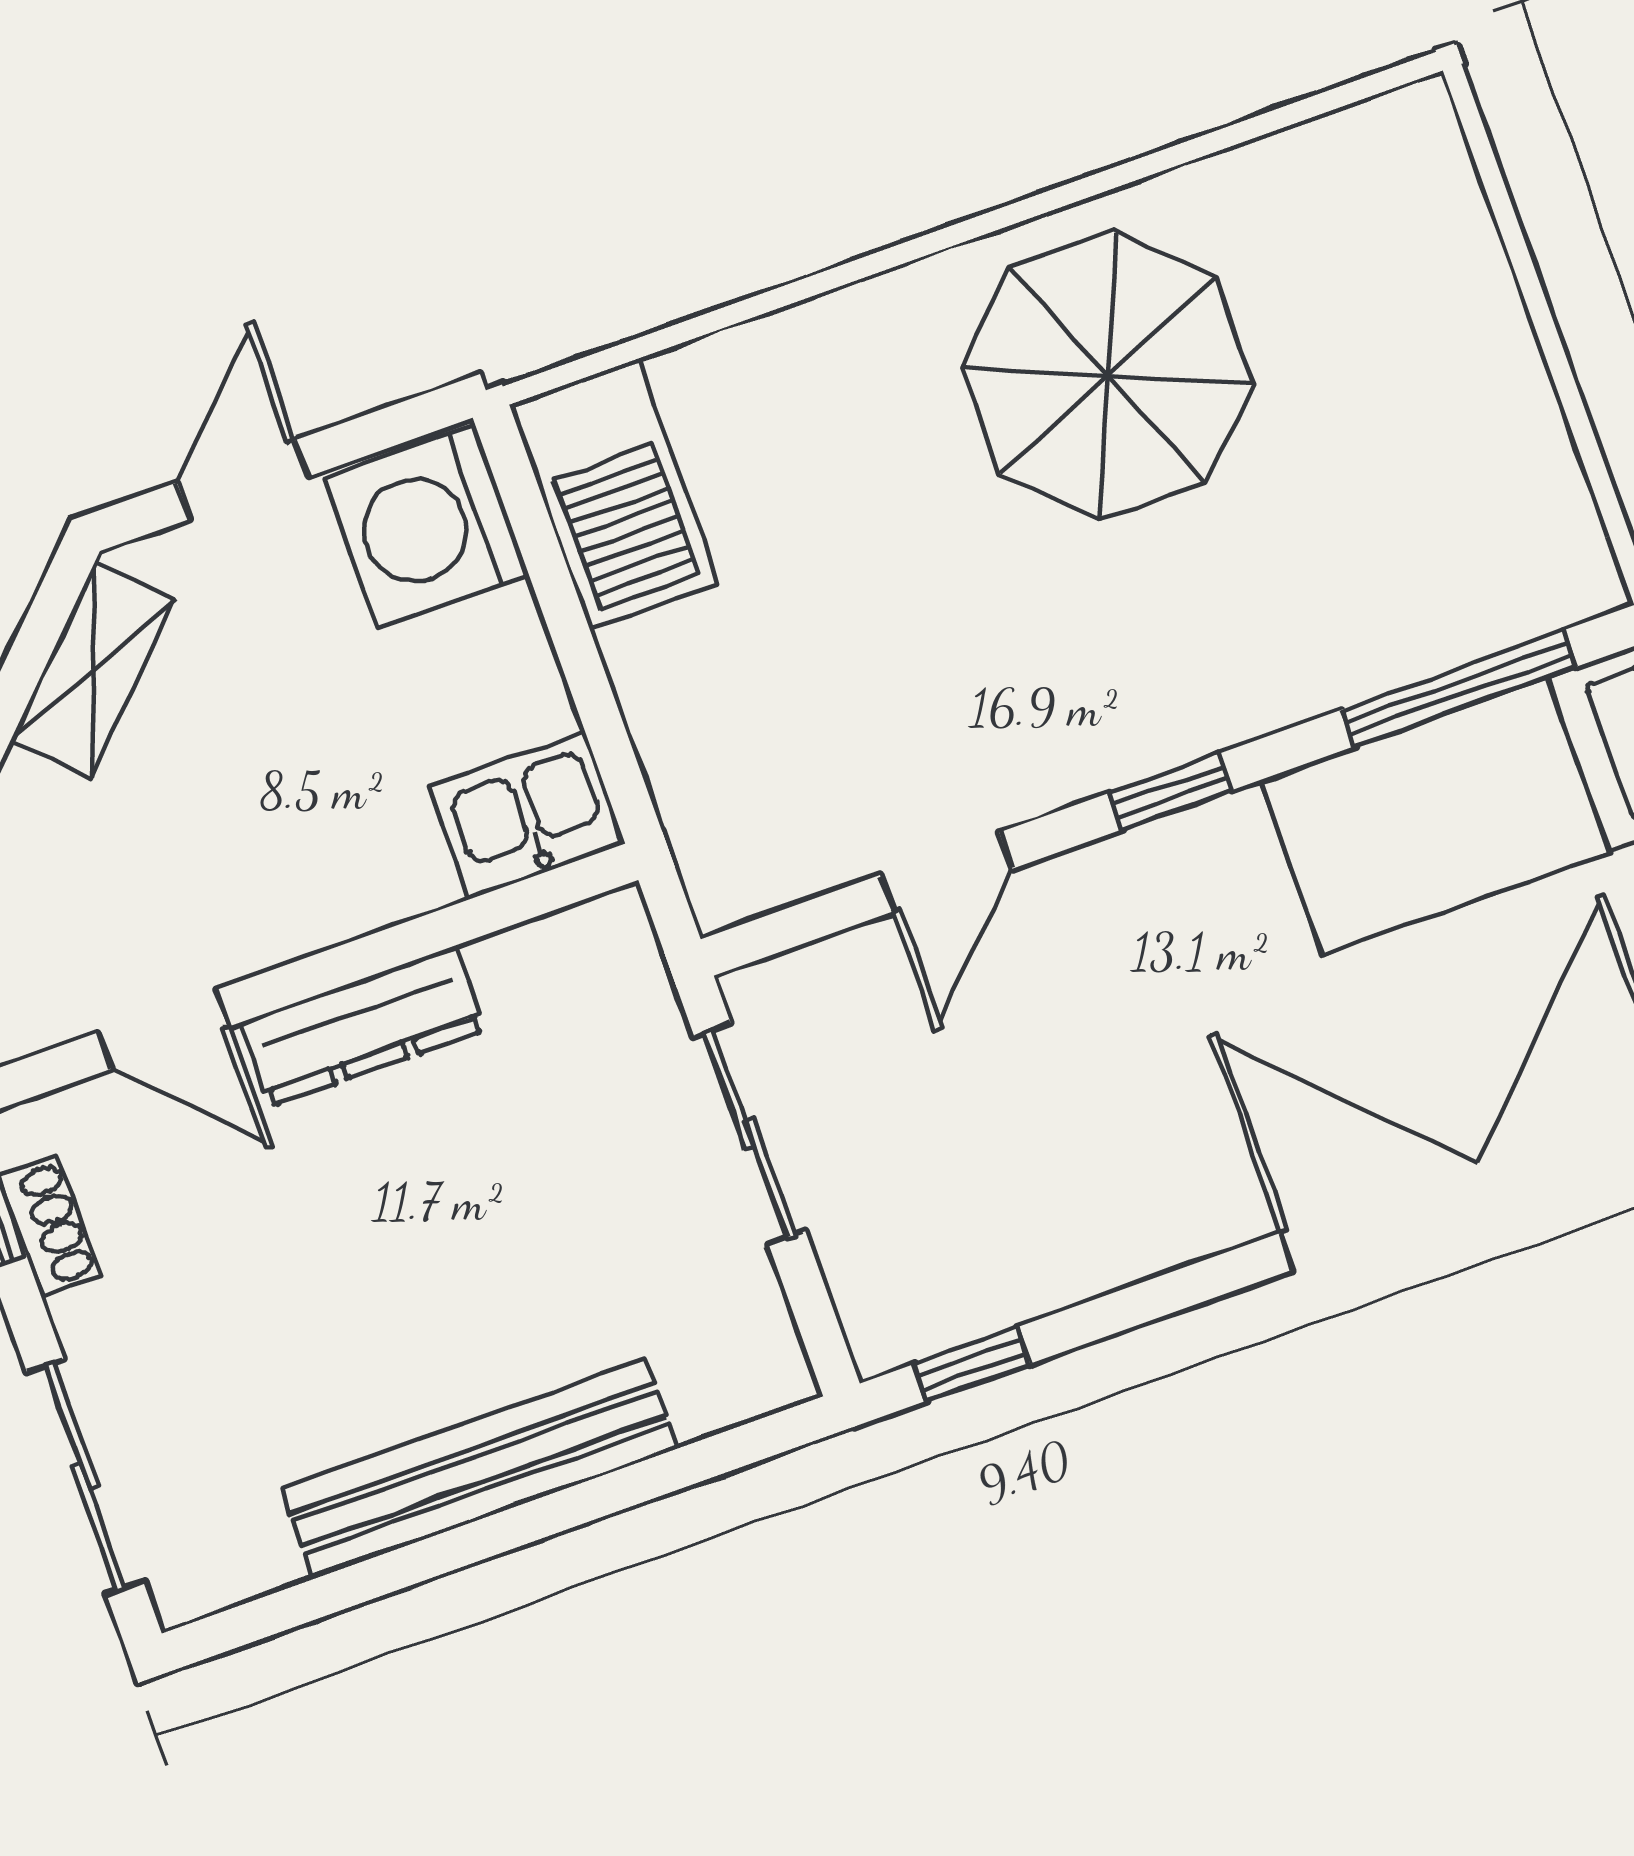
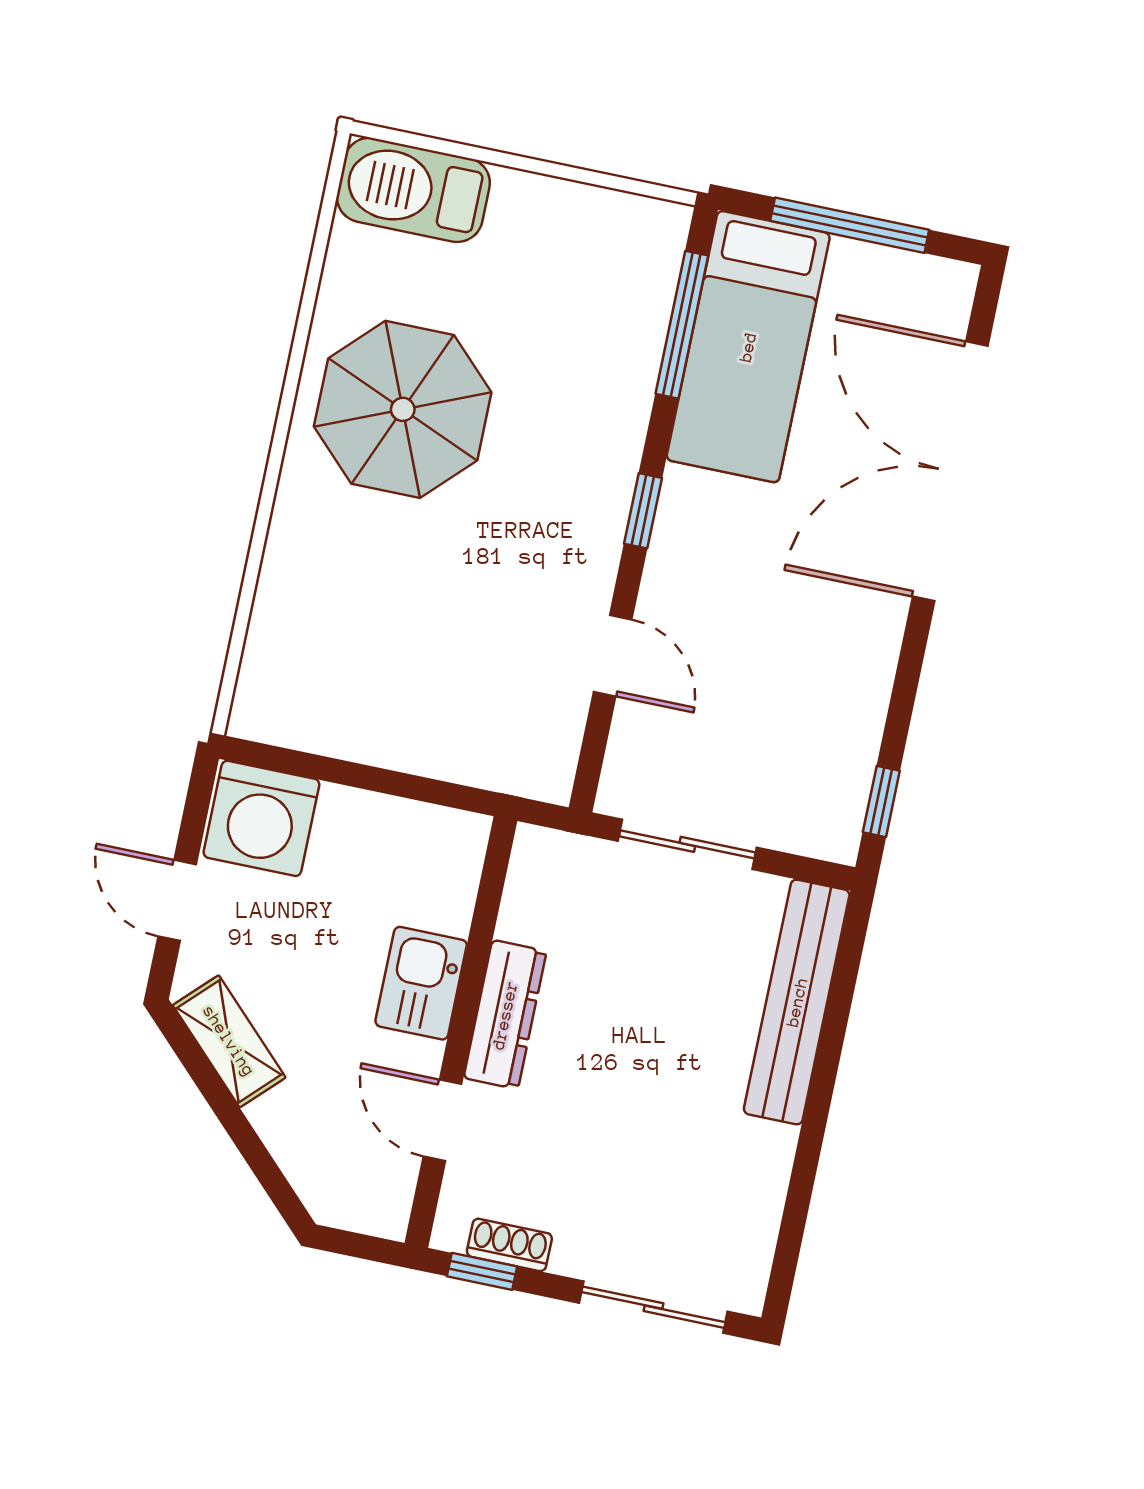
barbecue: (614, 494) -> (413, 190), moved, turned 180
kitchen sink: (528, 815) -> (421, 983), moved
door: (164, 1029) -> (442, 1120), swing flipped
bench: (480, 1469) -> (797, 1002), moved

